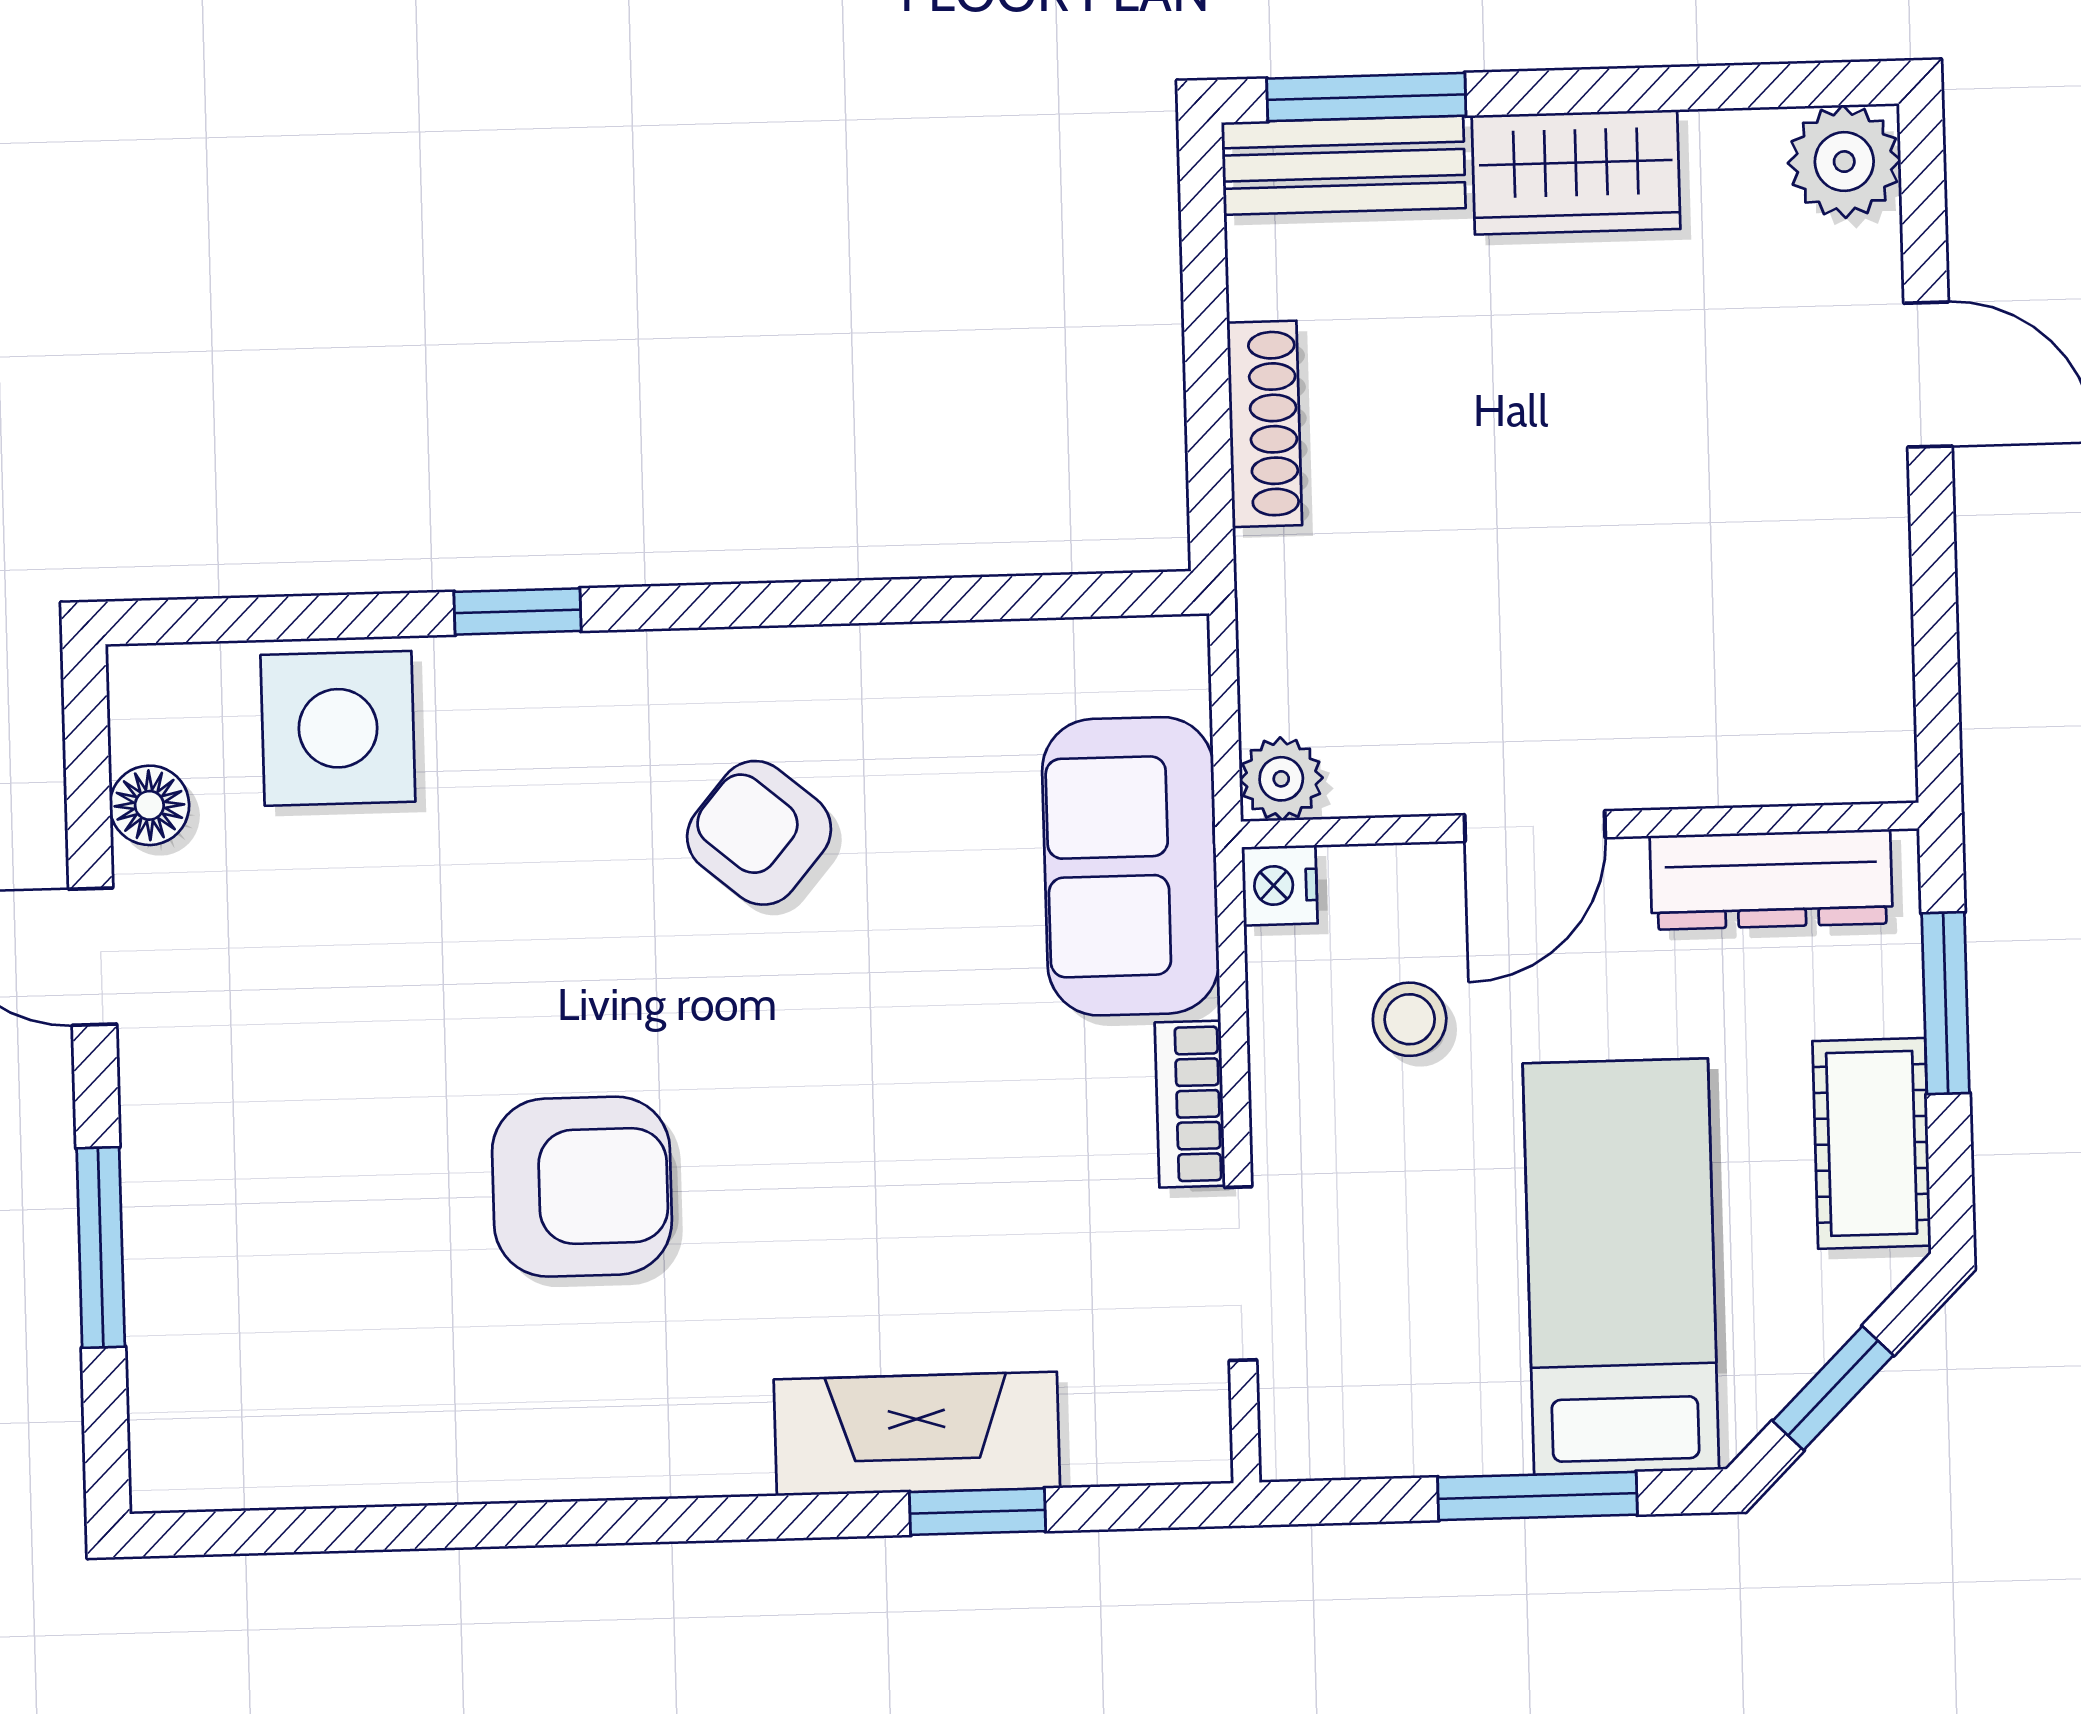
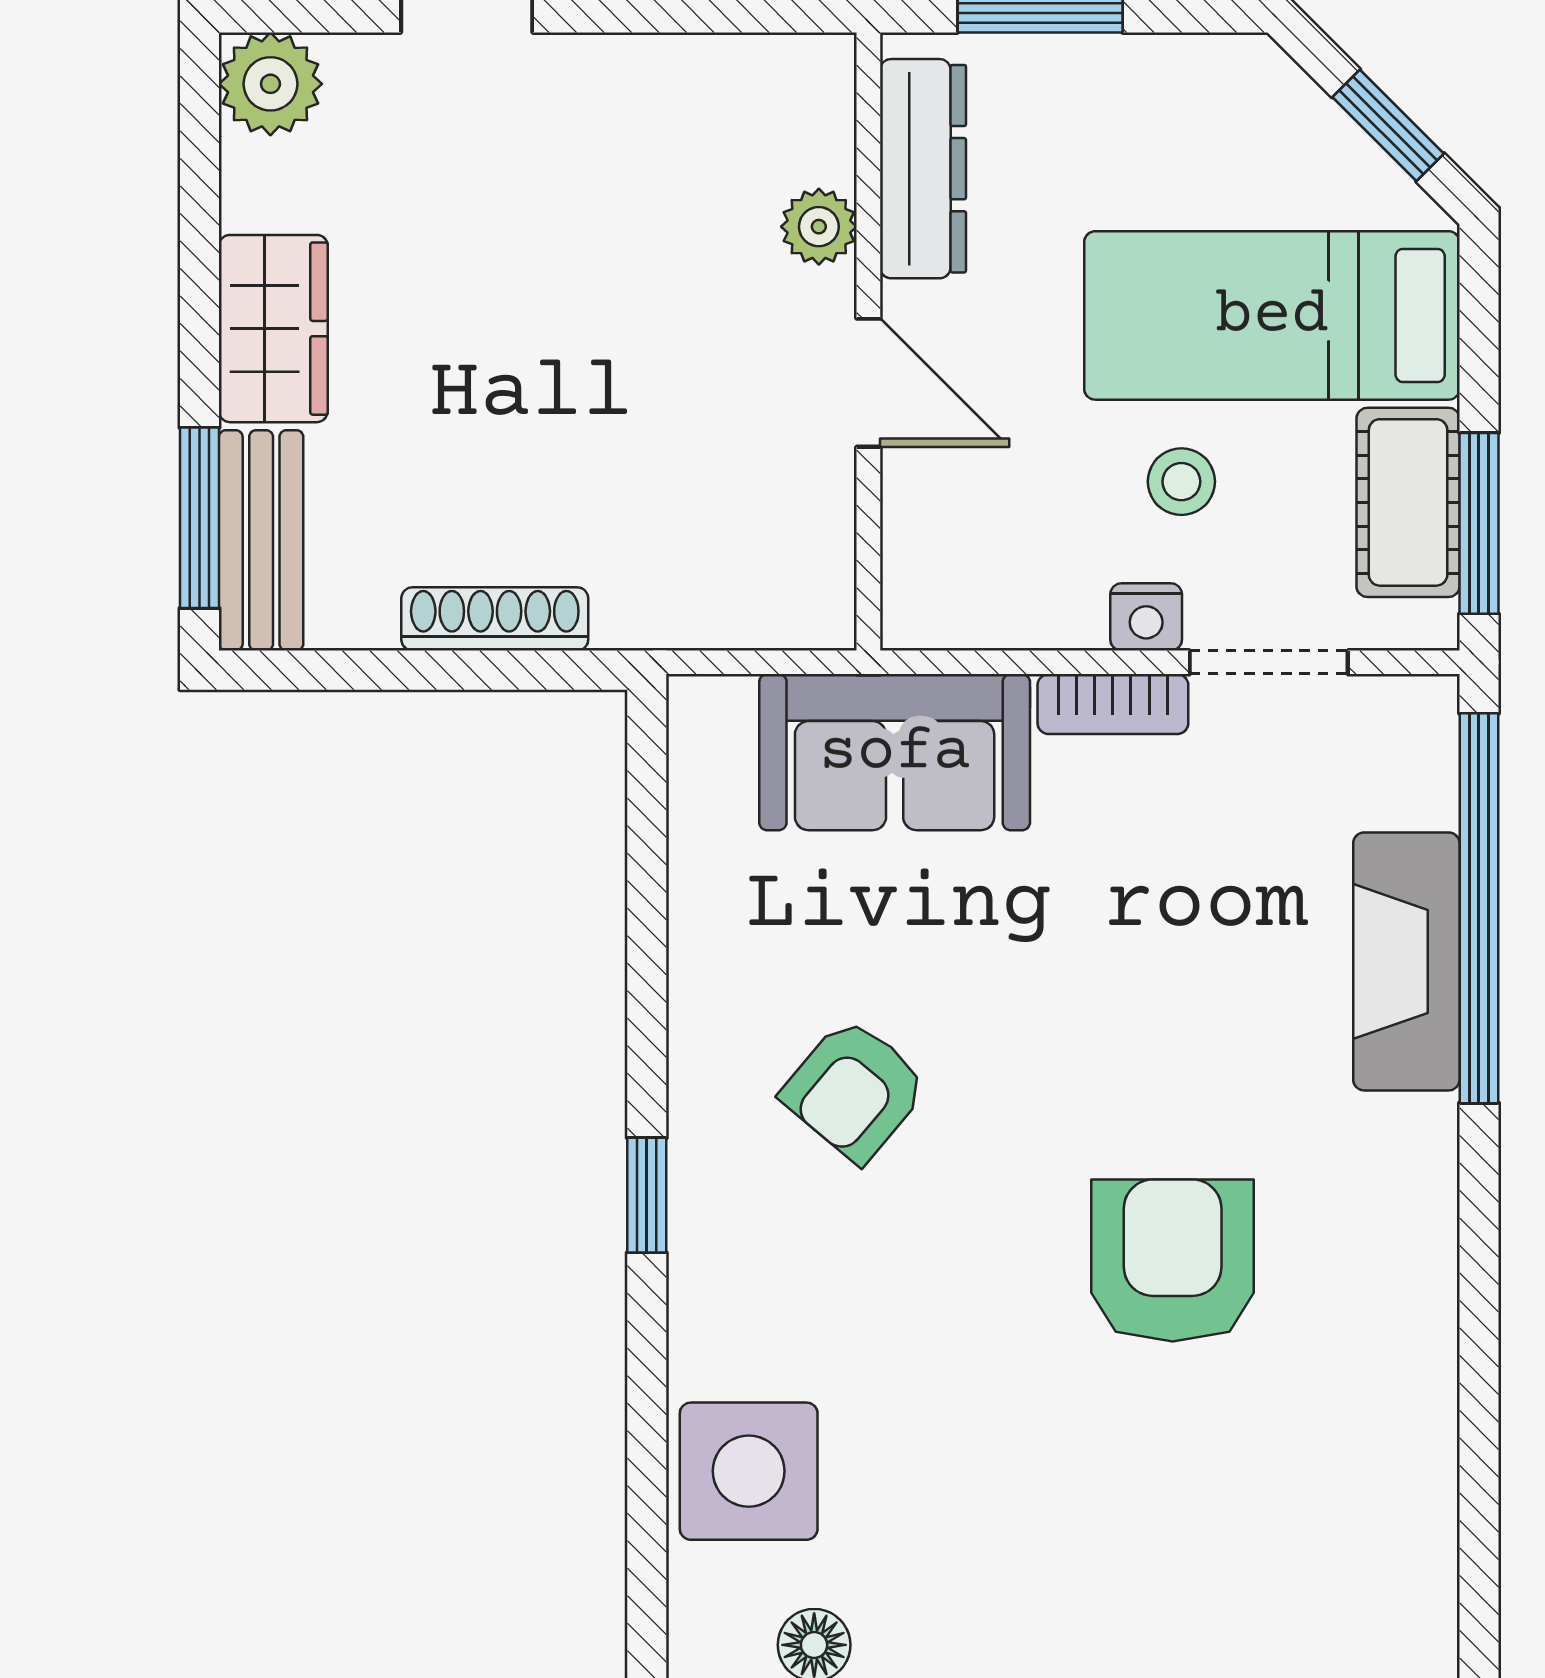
window: (517, 611) -> (647, 1195), moved
plant: (1281, 779) -> (819, 227), moved
nightstand: (1280, 885) -> (1146, 617), moved
stool: (1410, 1019) -> (1181, 482), moved
cot: (1872, 1143) -> (1408, 502), moved, turned 90
window: (1537, 1496) -> (1479, 523), moved
window: (977, 1512) -> (1479, 908), width x3.17

